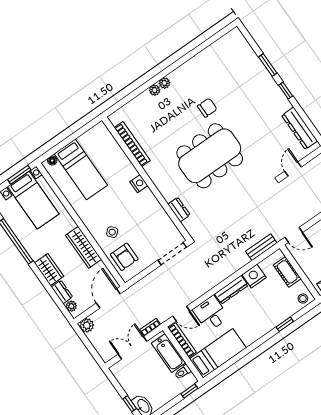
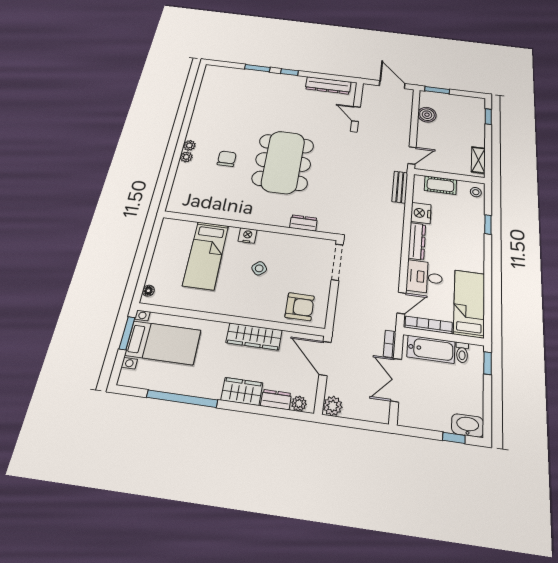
chair: (207, 108) -> (227, 159), moved
bookcase: (132, 144) -> (209, 211), removed
bed: (81, 169) -> (206, 255), moved, turned 90
side table: (112, 232) -> (259, 268), moved

